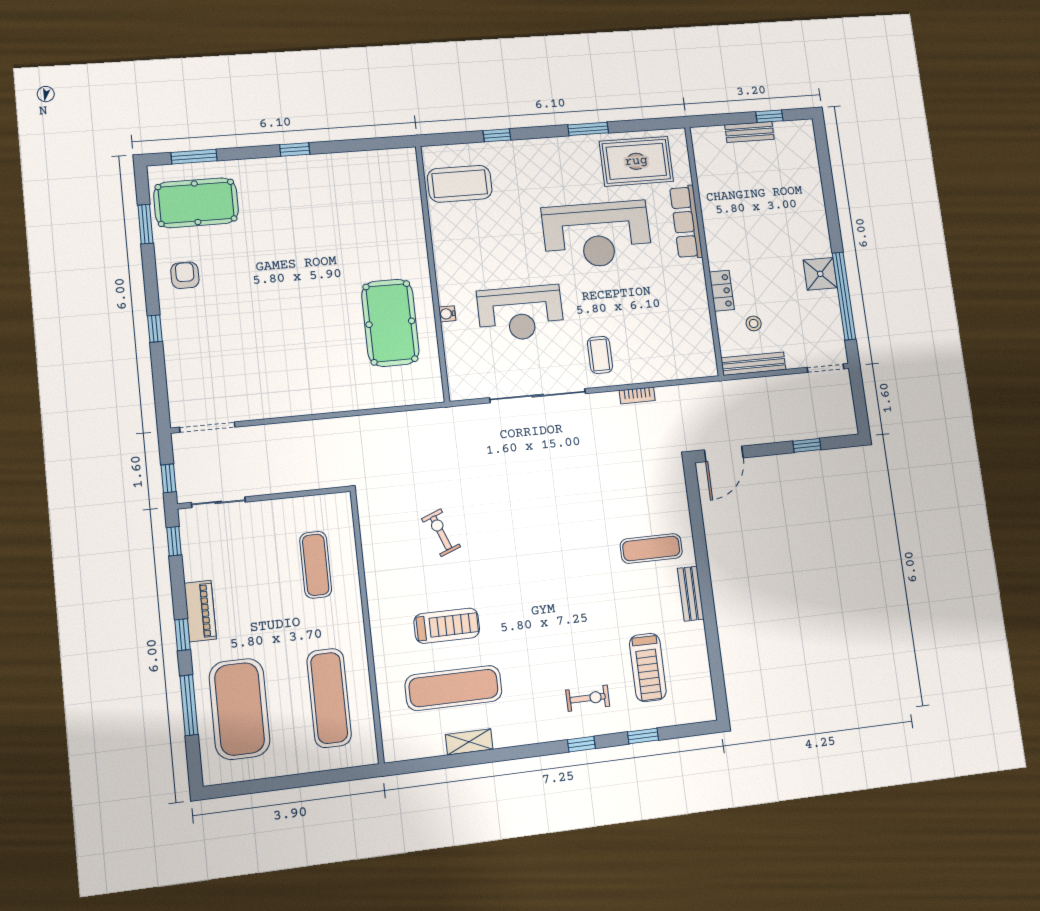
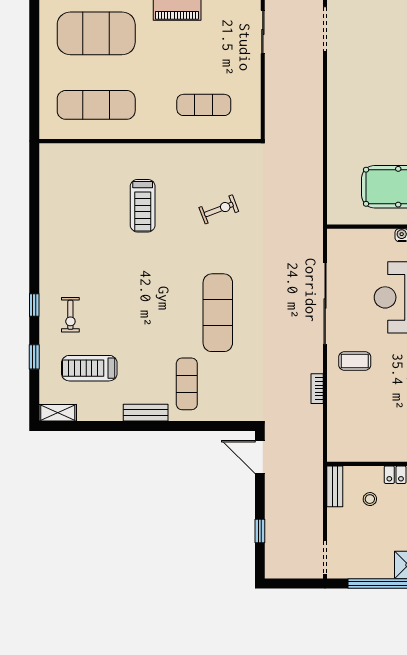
bench: (753, 364) -> (335, 486), width x0.73
exercise mat: (454, 688) -> (218, 313), moved
shelving: (469, 742) -> (58, 413), moved, turned 90

